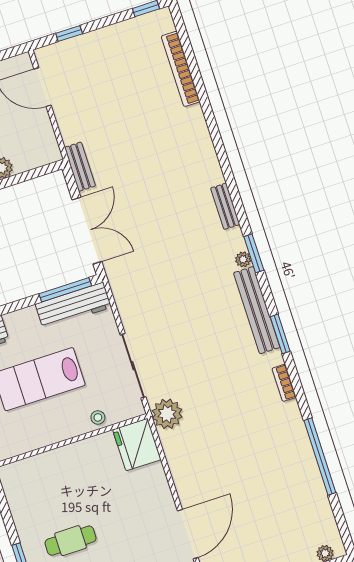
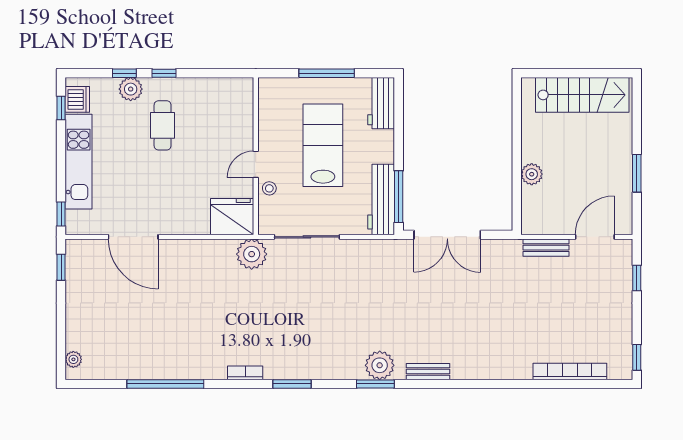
bench: (80, 167) -> (546, 248), moved
plant: (243, 259) -> (380, 365), width x1.88, depth x1.88
bench: (257, 310) -> (321, 369), removed
door: (79, 438) -> (256, 164), added

